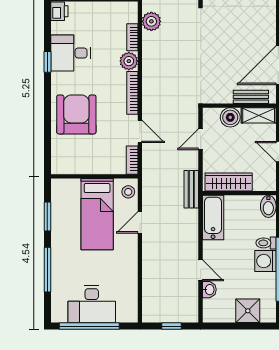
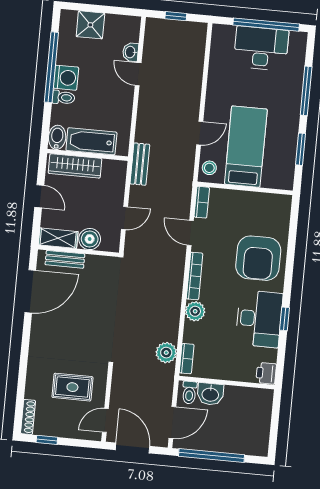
bookcase: (132, 37) -> (187, 359), moved
desk: (70, 53) -> (259, 319), width x1.37
wardrobe: (229, 182) -> (75, 166), moved
bathtub: (213, 218) -> (91, 141), moved, turned 90

